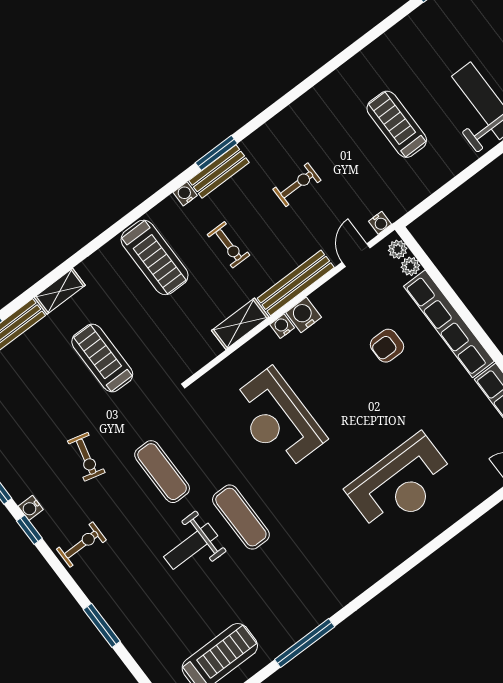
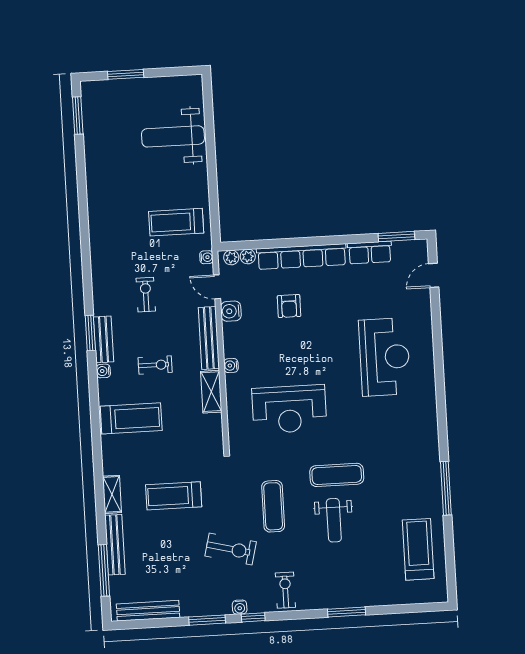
treadmill: (397, 124) -> (176, 222), moved
water cooler: (304, 315) -> (231, 311), moved
exercise bike: (86, 457) -> (231, 549), width x1.38, depth x1.39
exercise mat: (162, 472) -> (273, 506), turned 90

